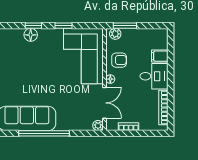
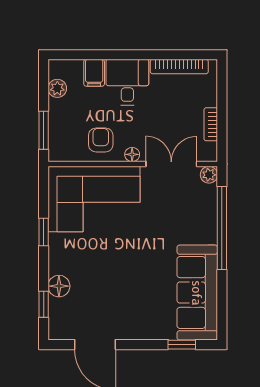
window: (33, 26) -> (44, 304), moved
plant: (115, 34) -> (57, 88), moved
window: (44, 133) -> (222, 228), moved

